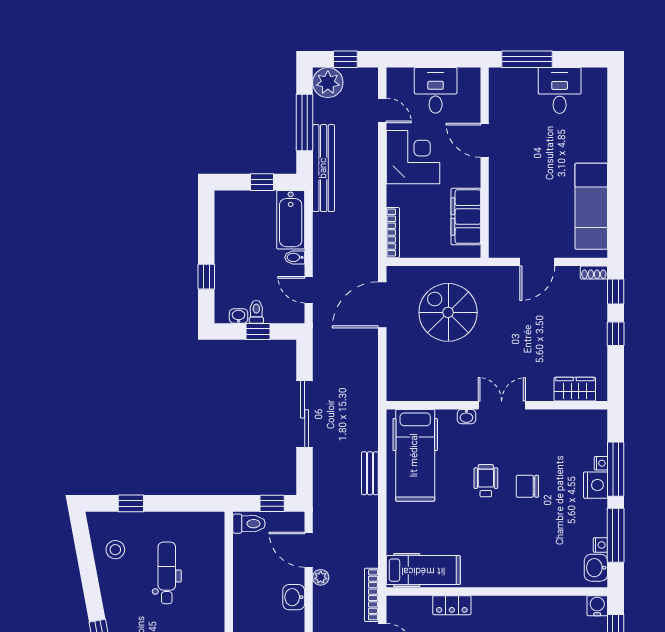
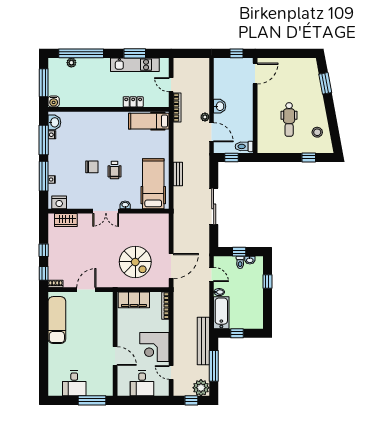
filing cabinet: (466, 217) -> (134, 300), moved, turned 90
nightstand: (596, 485) -> (59, 202), moved, turned -90

